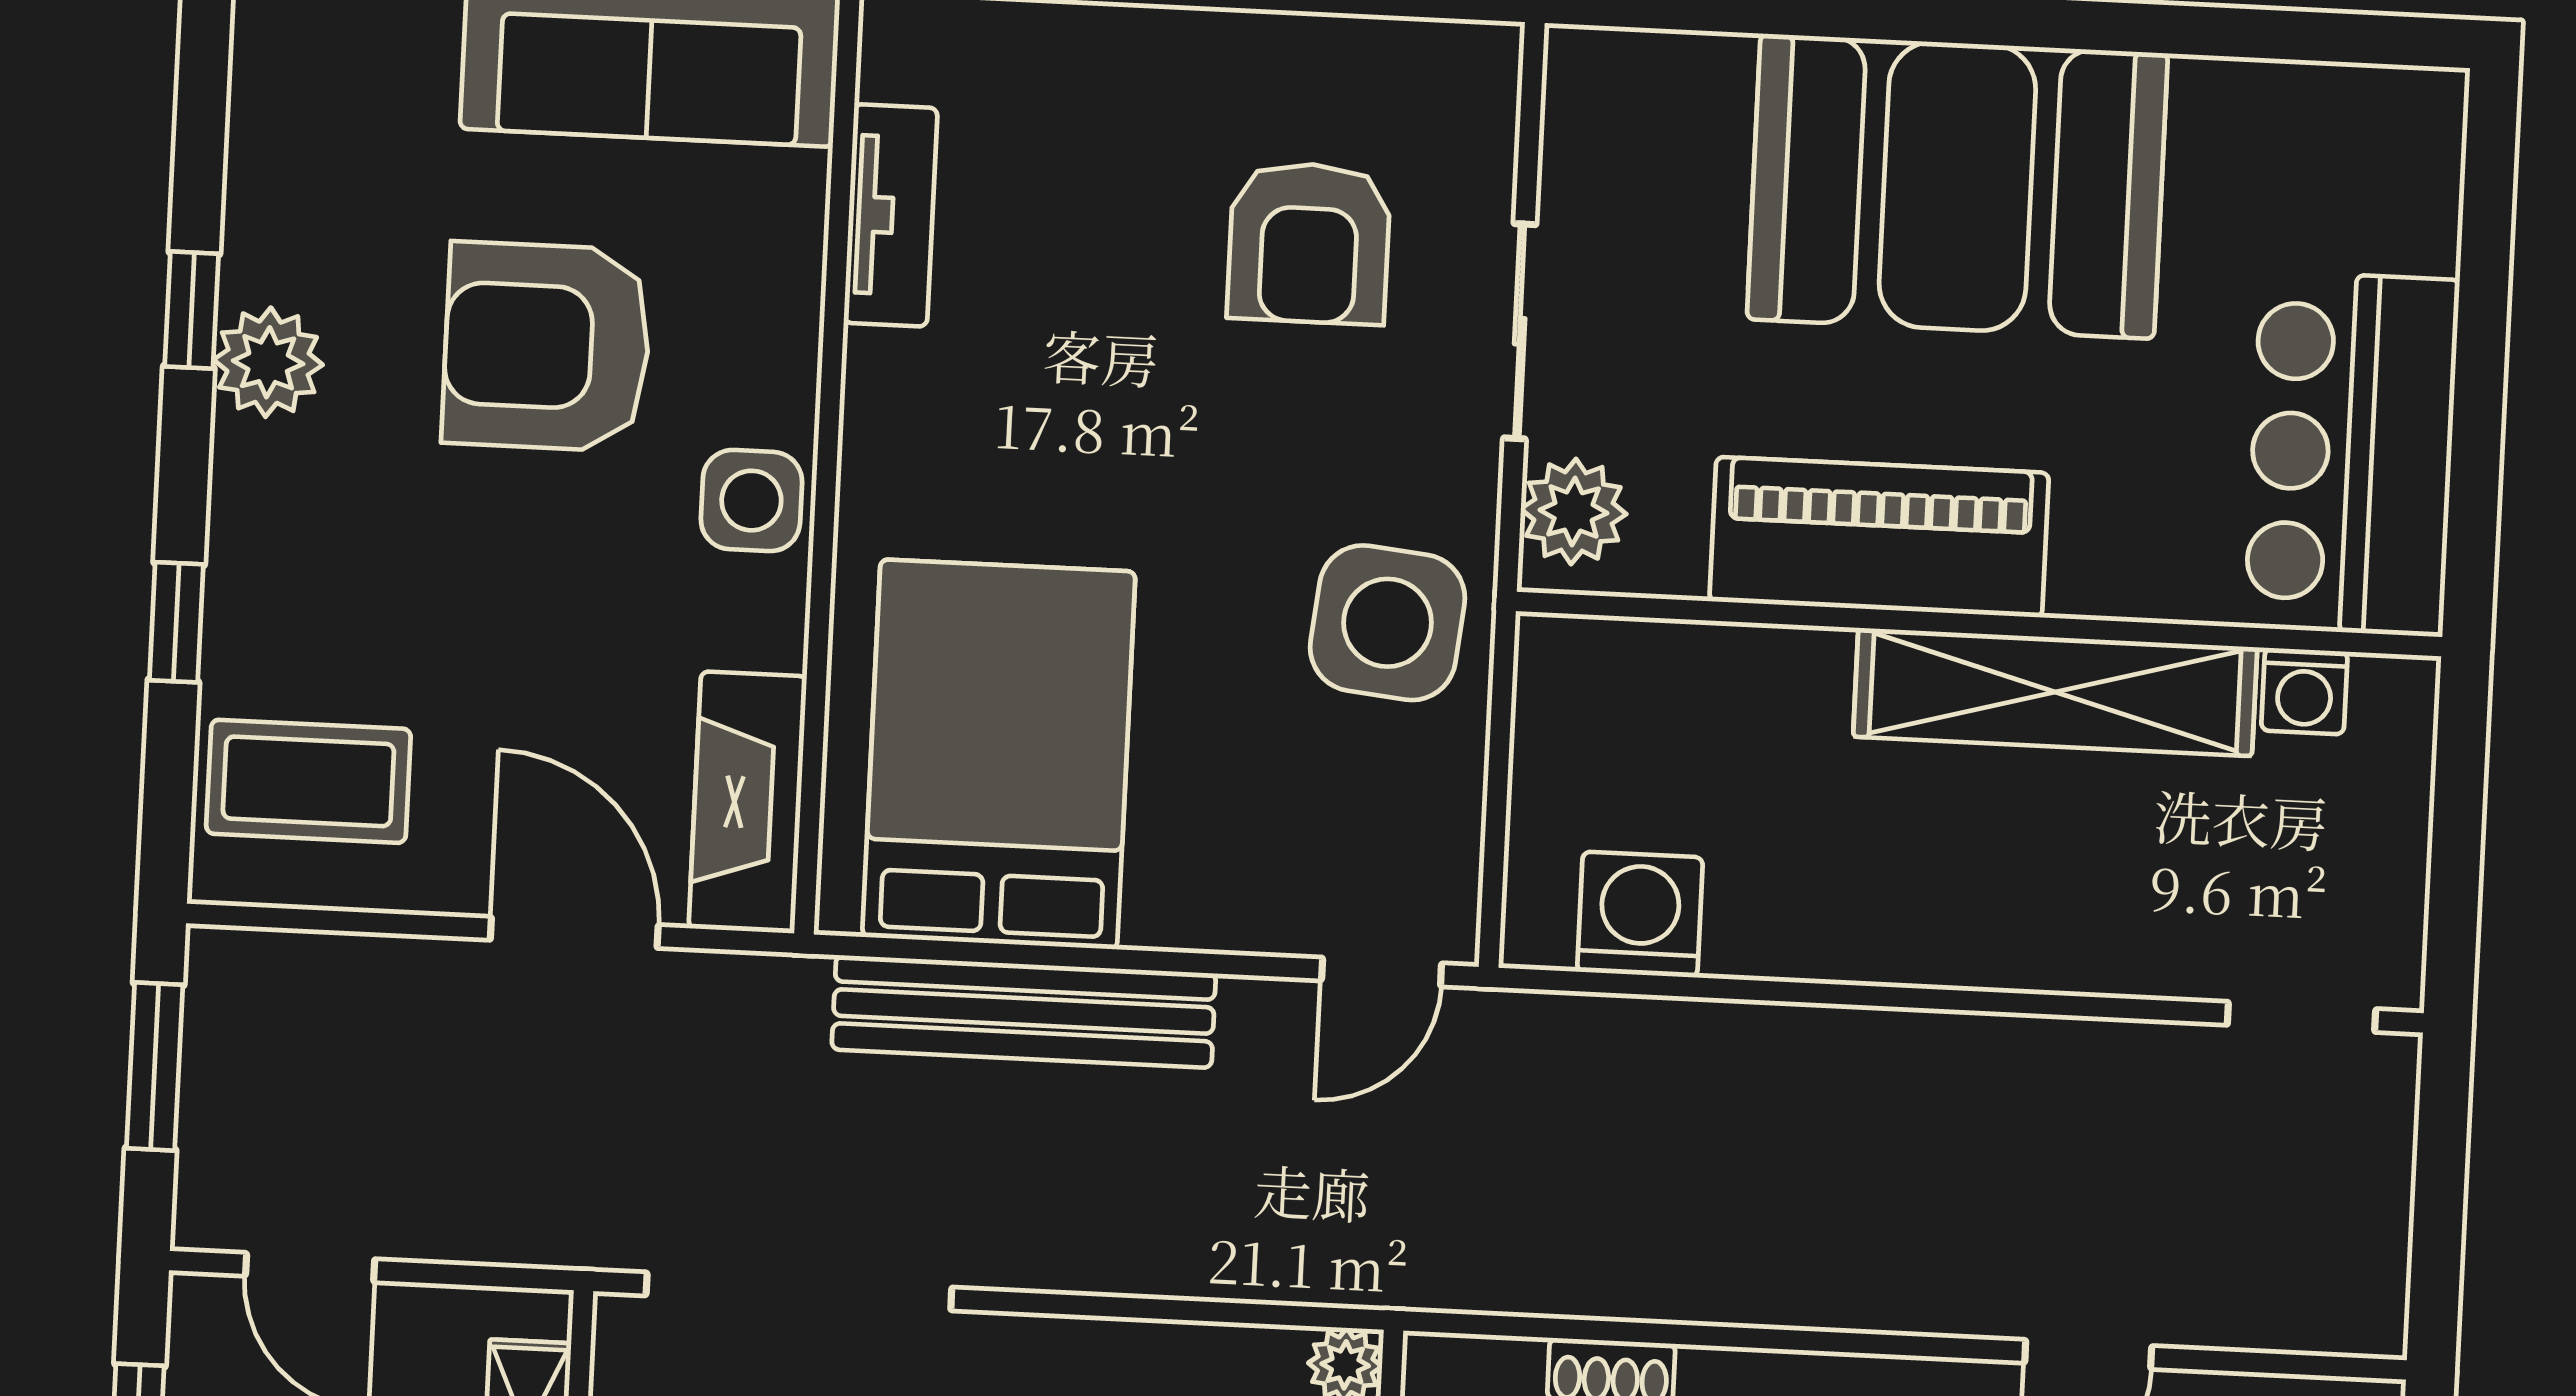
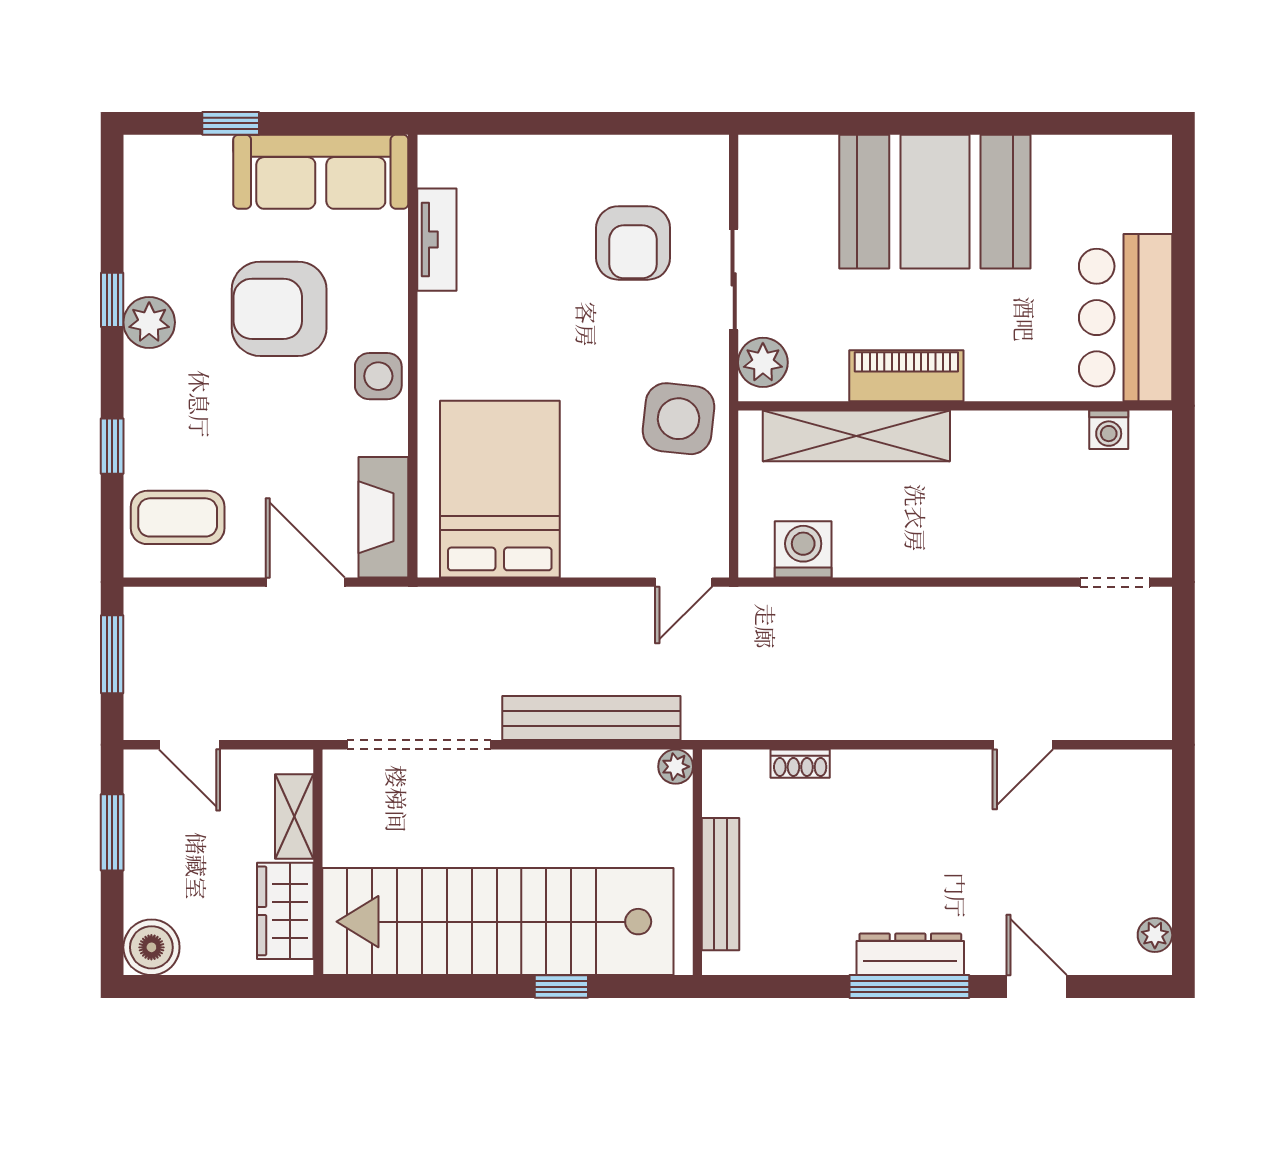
piano: (1879, 537) -> (906, 376), width x0.73, depth x0.75
shelving: (2055, 692) -> (856, 436), moved
bench: (1024, 1011) -> (591, 718), moved

